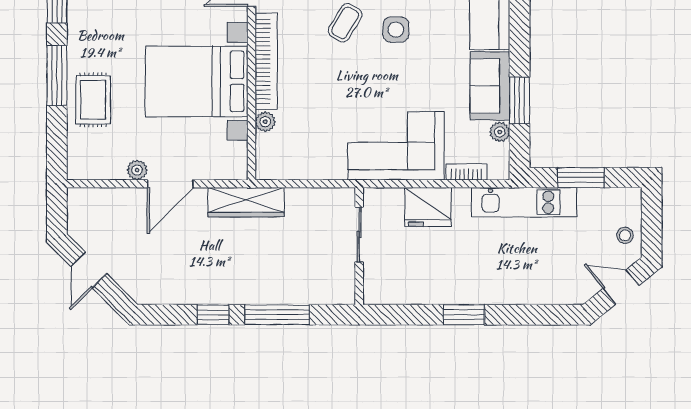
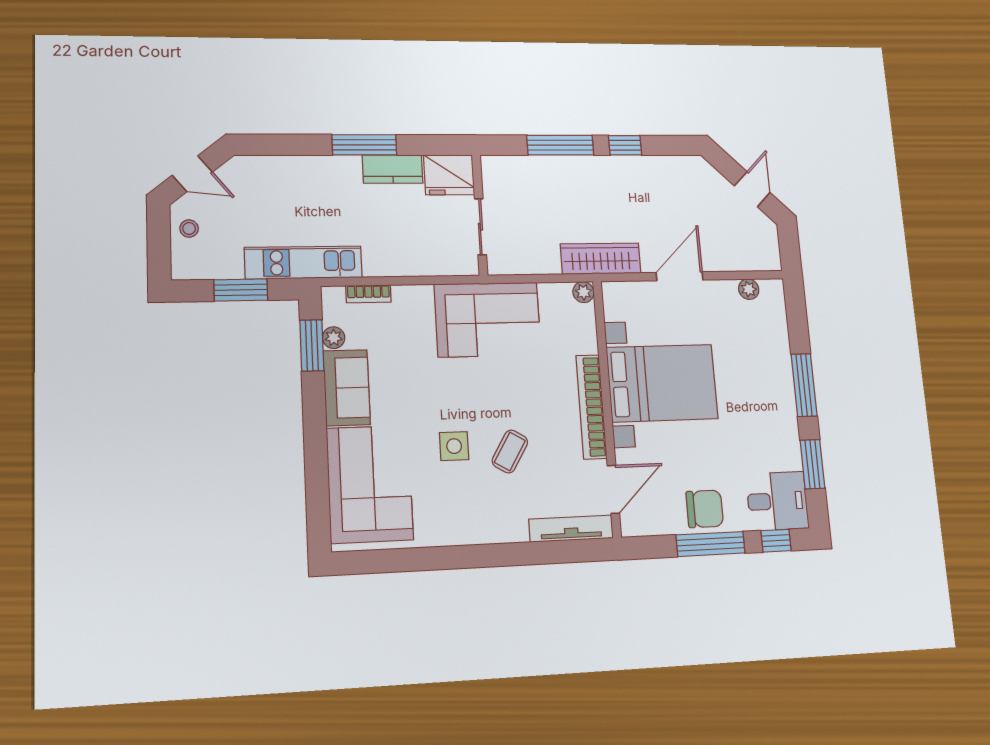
rug: (93, 100) -> (765, 361), removed
window: (519, 100) -> (312, 345), moved
plant: (265, 122) -> (583, 292), moved
corner sofa: (396, 146) -> (488, 319), moved
plant: (137, 170) -> (749, 289), moved
fridge: (428, 207) -> (449, 175), moved, turned 180
kitchen counter: (439, 291) -> (393, 169), added
window: (464, 315) -> (364, 145), width x1.44

